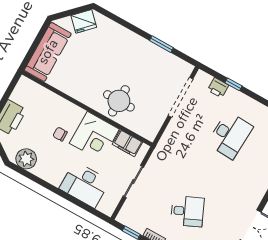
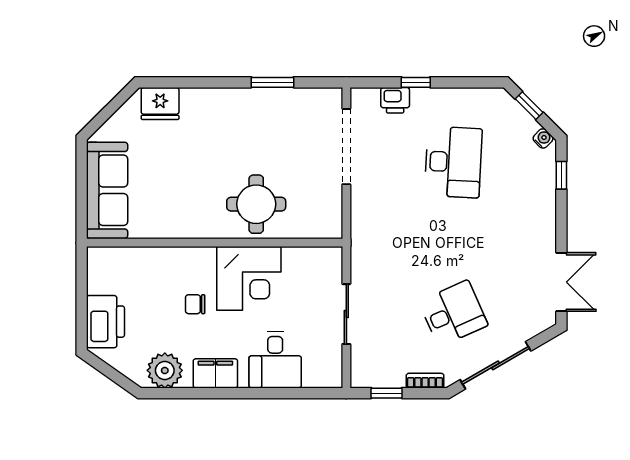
fridge: (84, 21) -> (160, 103), moved, turned 45
filing cabinet: (127, 143) -> (215, 373), moved, turned 180
desk: (85, 185) -> (275, 360), width x0.73

